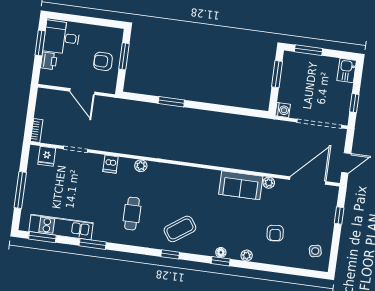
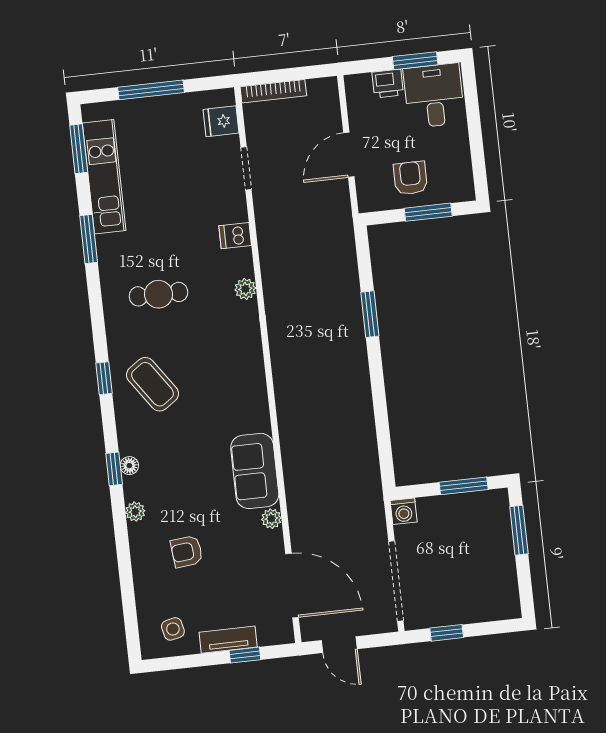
kitchen sink: (347, 70) -> (500, 605), removed
bookcase: (37, 130) -> (273, 91), width x1.56
tv unit: (328, 222) -> (228, 640), added

